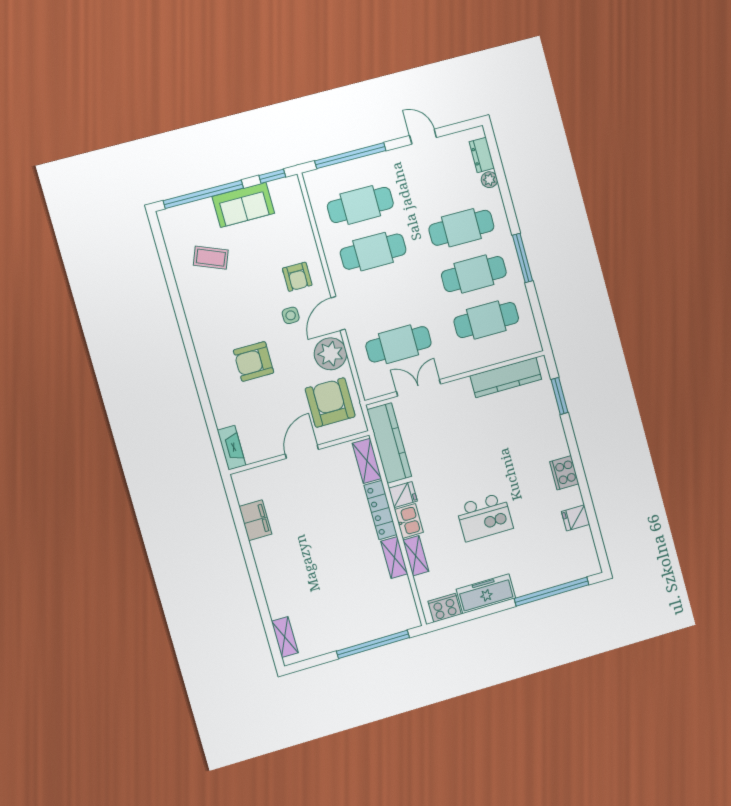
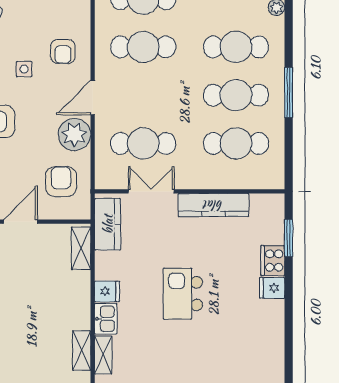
side table: (291, 315) -> (24, 69), moved
kitchen counter: (506, 378) -> (213, 205), moved
armchair: (330, 402) -> (61, 182), width x0.73, depth x0.73
kitchen counter: (389, 443) -> (108, 224), width x0.67
cooker: (564, 473) -> (273, 261), moved
locker: (381, 510) -> (81, 300), removed
kitchen island: (485, 517) -> (183, 294), moved, turned 90
fridge: (576, 518) -> (272, 288), moved

